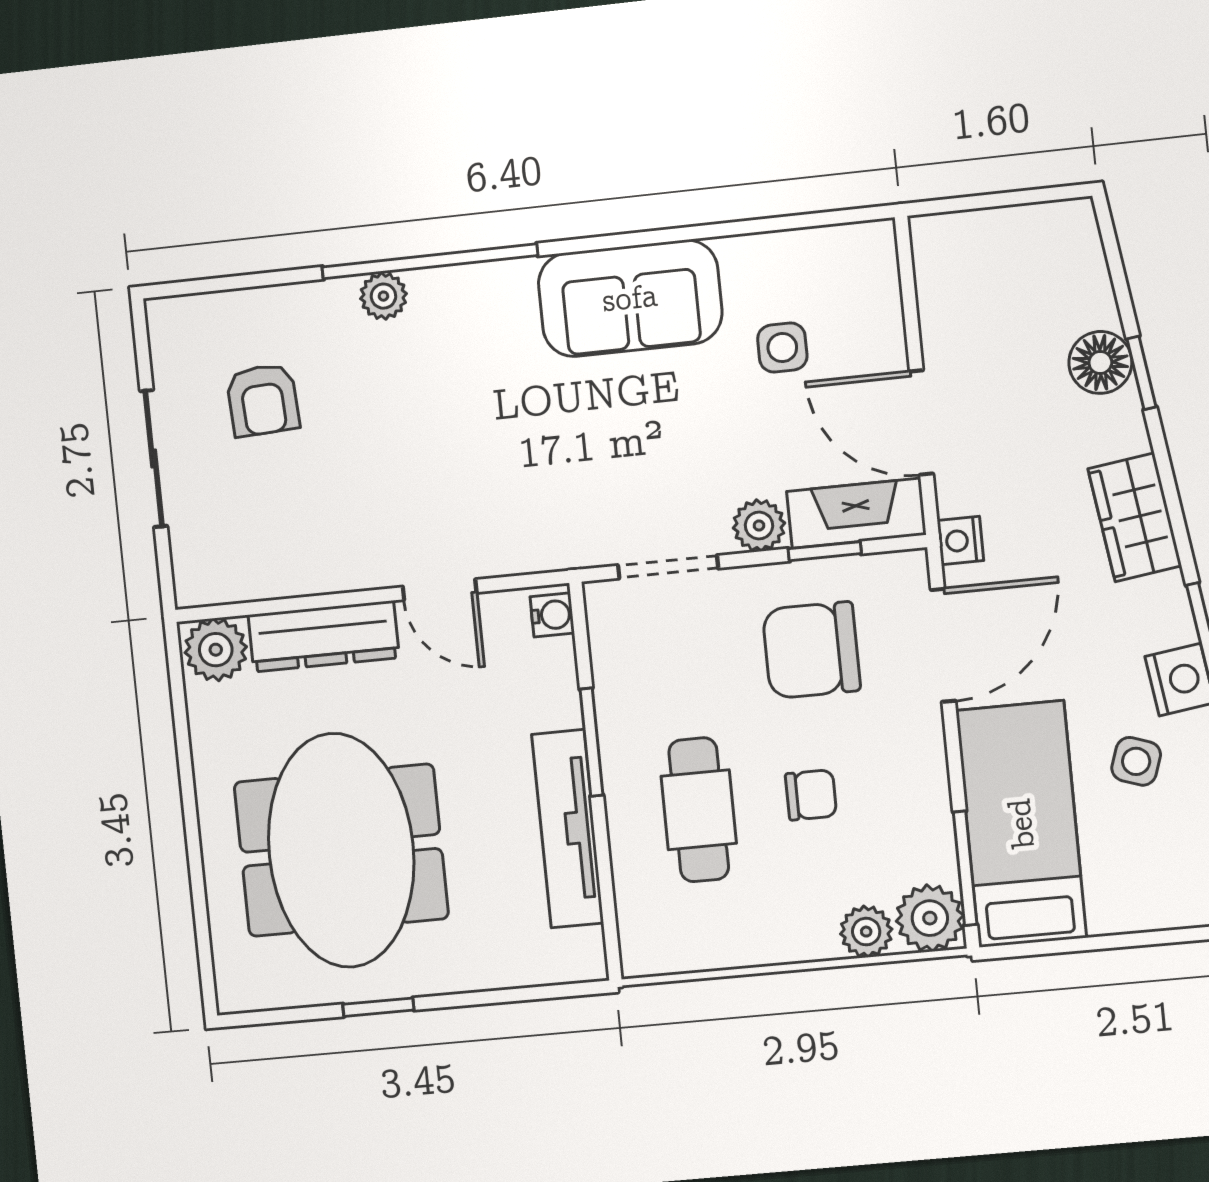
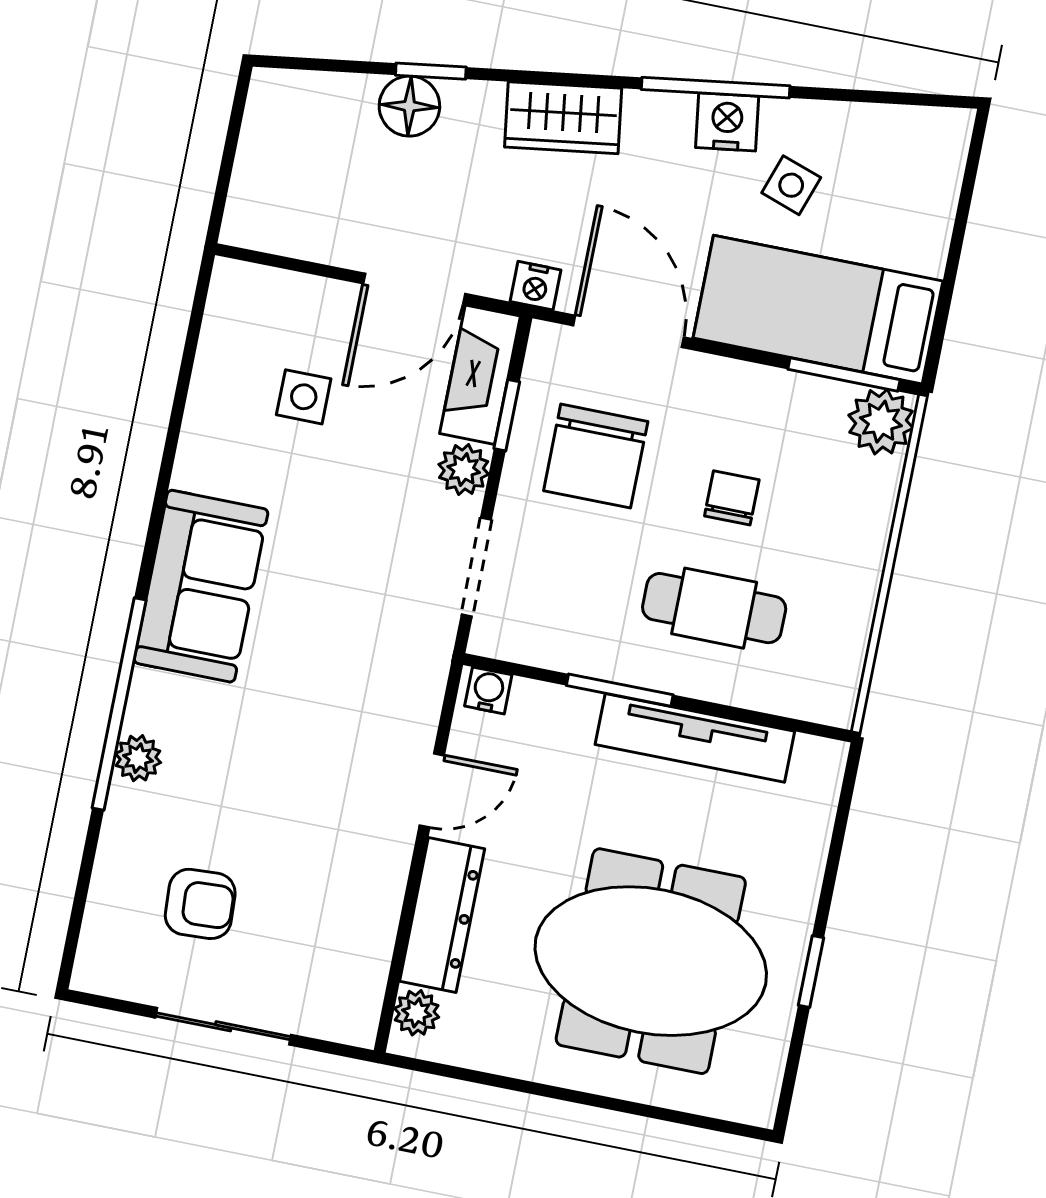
sofa: (630, 298) -> (201, 586), moved
plant: (216, 650) -> (417, 1013), width x0.73, depth x0.73
plant: (866, 932) -> (876, 485), removed

